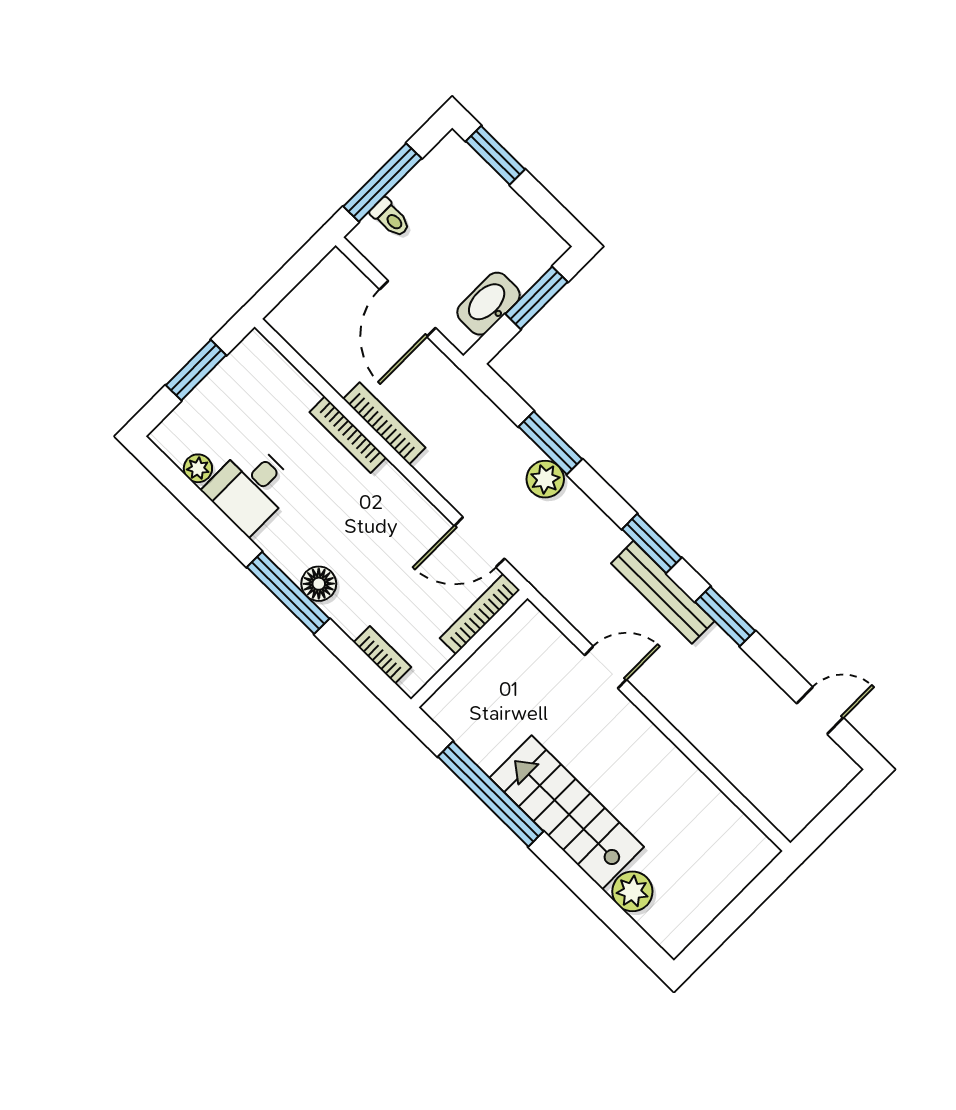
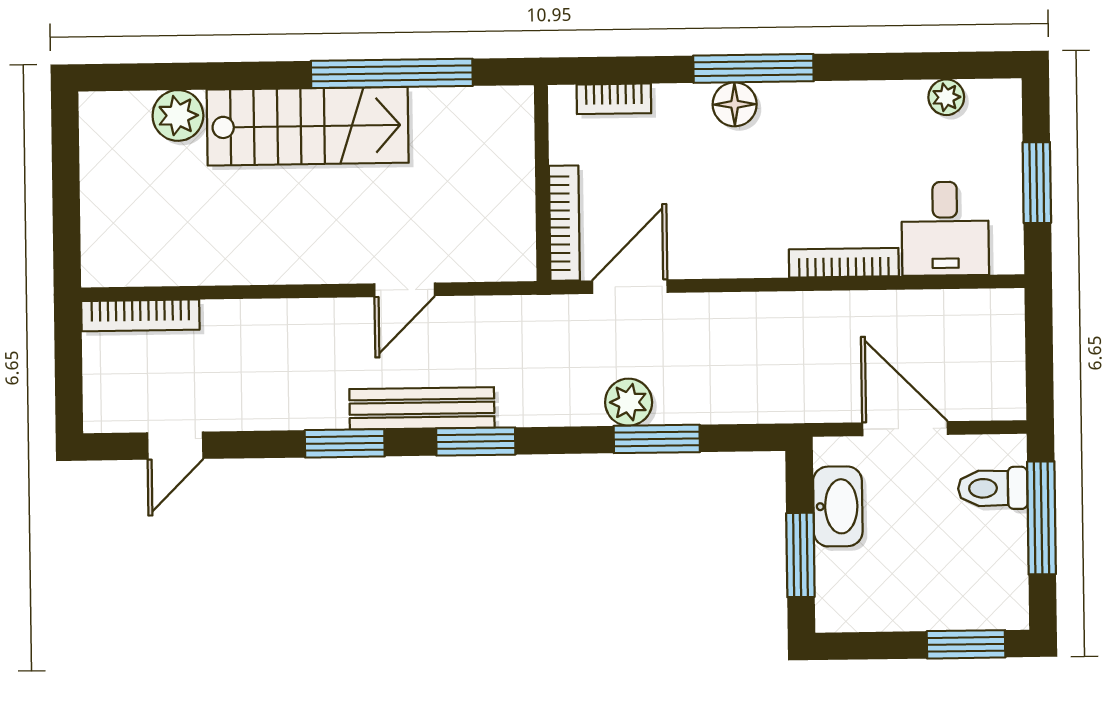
toilet: (390, 218) -> (993, 488), width x1.37, depth x1.39
bookcase: (384, 423) -> (140, 315), moved
desk: (250, 488) -> (945, 229), moved, turned 180

